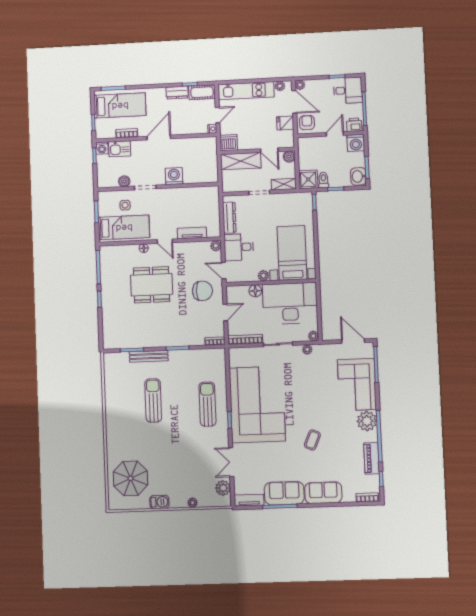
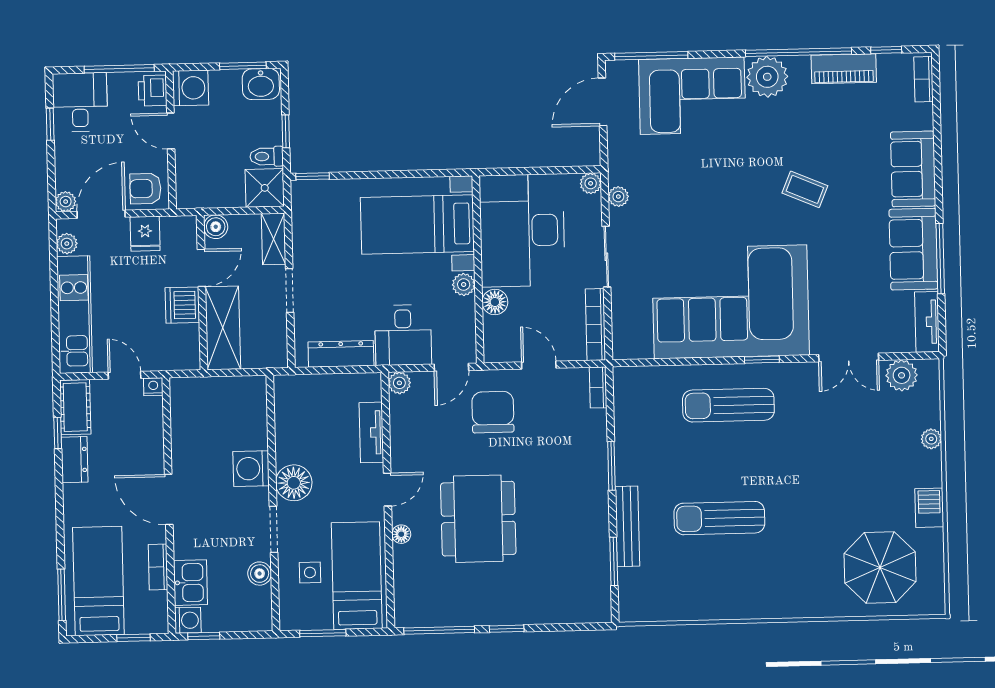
dishwasher: (229, 143) -> (182, 305), moved
floor lamp: (167, 197) -> (294, 483), added

